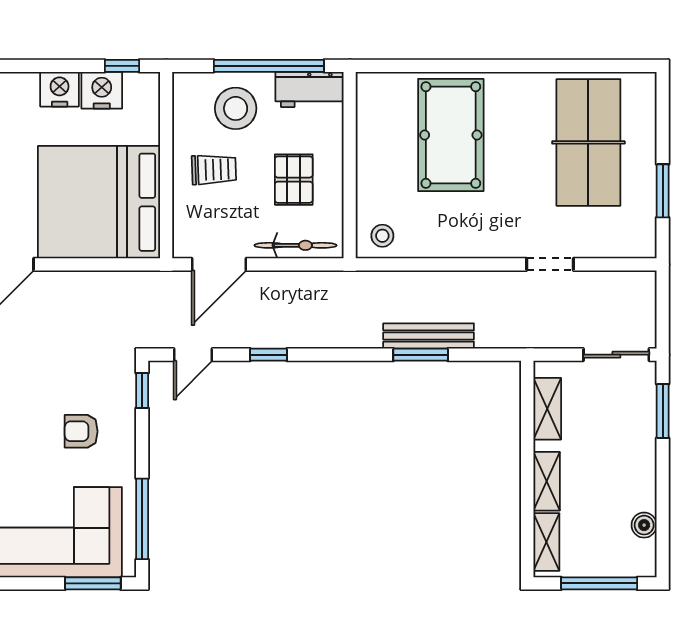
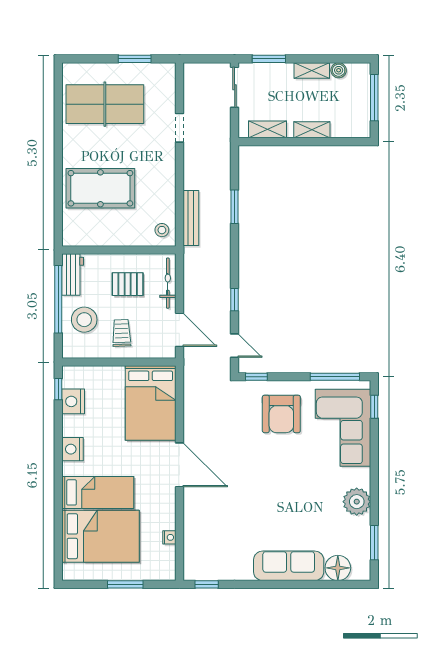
nightstand: (60, 89) -> (72, 449), moved
bed: (99, 202) -> (151, 403), width x0.73
bench: (429, 336) -> (191, 218), moved
armchair: (81, 431) -> (281, 414), width x1.88, depth x1.88
shelving: (546, 542) -> (312, 71), moved
window: (93, 583) -> (374, 407), width x0.67

